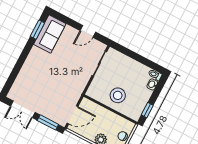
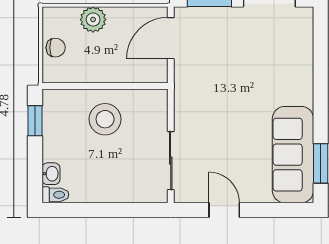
door: (88, 31) -> (224, 210), hinge flipped
sofa: (50, 34) -> (293, 155), width x1.36

